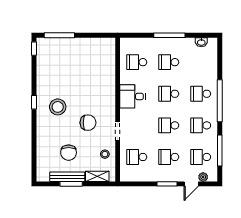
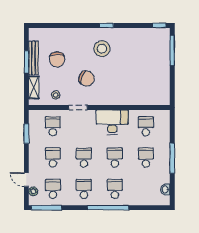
desk: (133, 96) -> (112, 122), width x1.37
chair: (88, 123) -> (87, 78), turned -67
window: (220, 150) -> (47, 208), moved
chair: (69, 153) -> (57, 59), turned -90
window: (167, 184) -> (26, 134), moved

